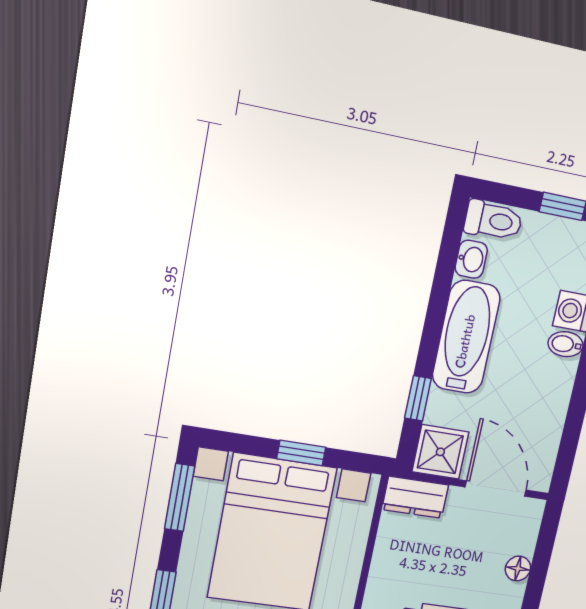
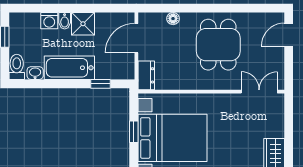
shower: (440, 452) -> (83, 24), moved

